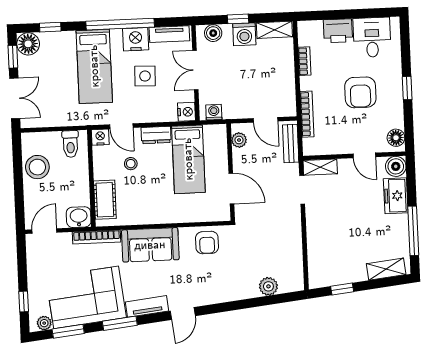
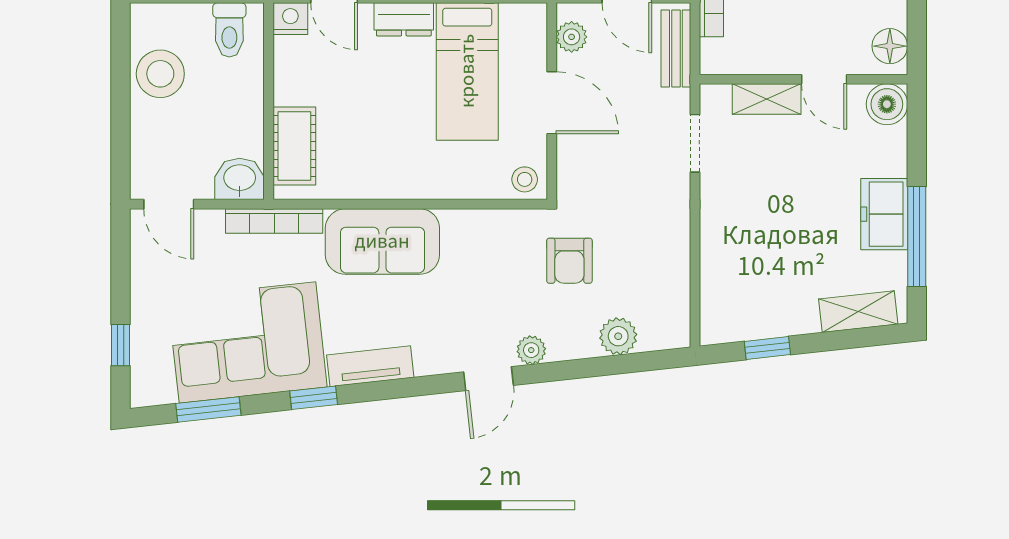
stool: (131, 164) -> (525, 179), moved
shelving: (320, 167) -> (767, 99), moved
door: (231, 189) -> (552, 103), moved
freezer: (396, 196) -> (884, 214), moved
door: (44, 231) -> (169, 204), swing flipped
armchair: (207, 243) -> (569, 261), moved
door: (183, 314) -> (489, 379), moved
plant: (44, 323) -> (531, 350), moved
window: (120, 323) -> (314, 398), width x0.67

